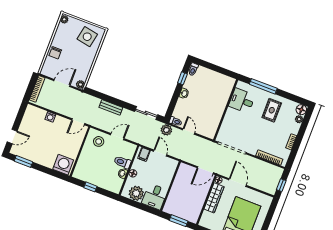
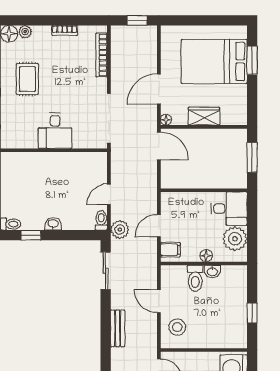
desk: (242, 101) -> (55, 131), moved
rug: (272, 110) -> (27, 79), turned 90
wardrobe: (214, 198) -> (204, 116), width x0.67

